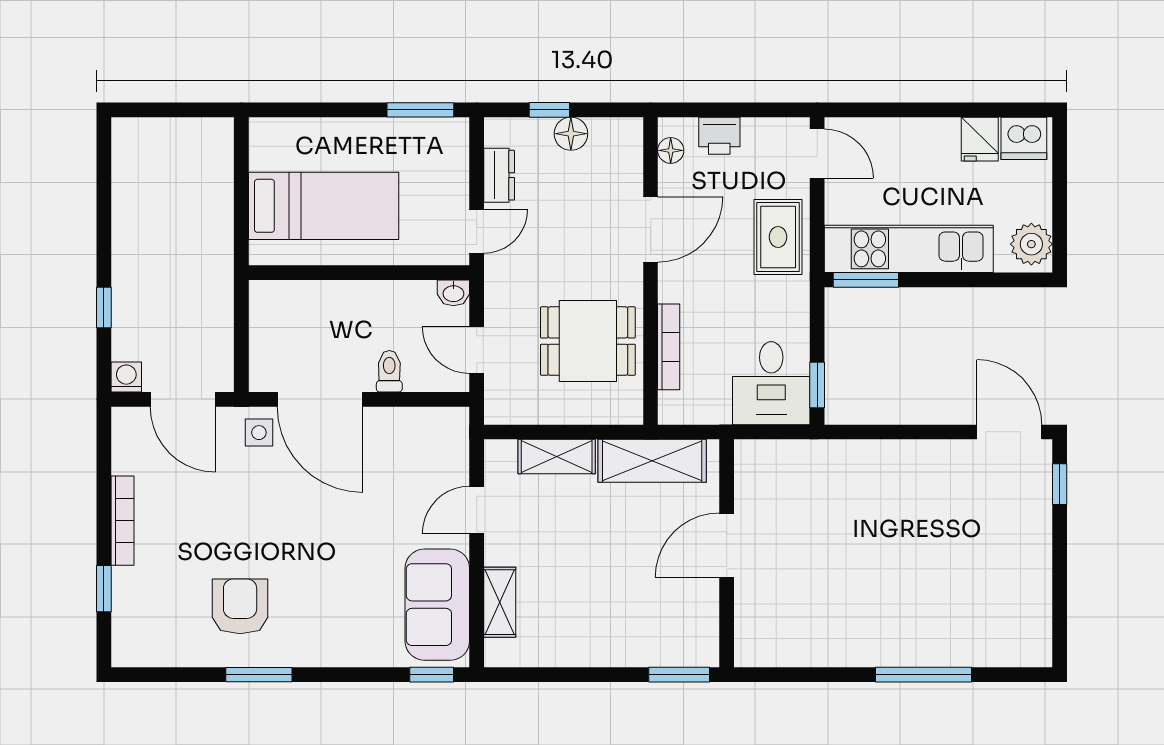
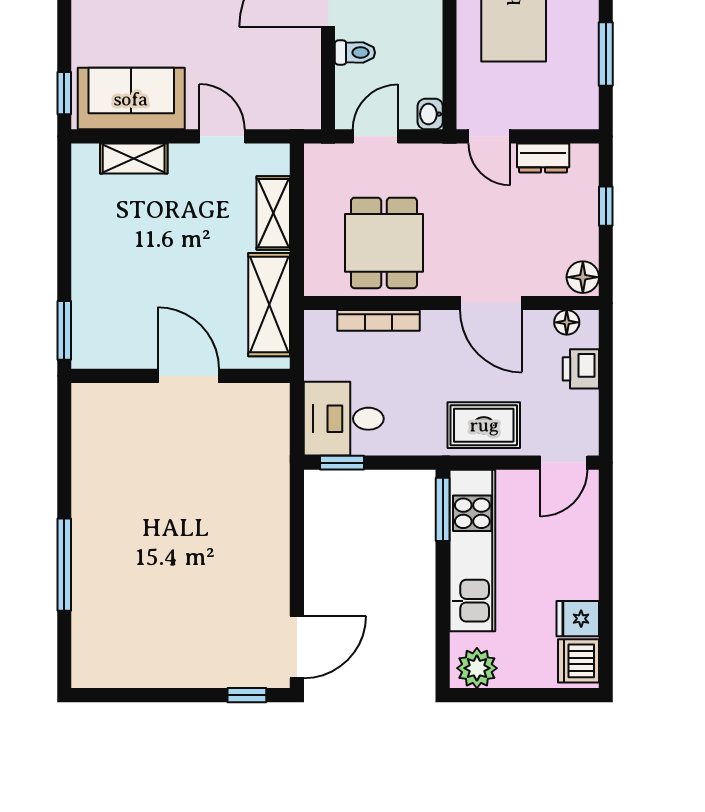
window: (420, 110) -> (606, 54), moved
floor lamp: (571, 134) -> (583, 277), moved

